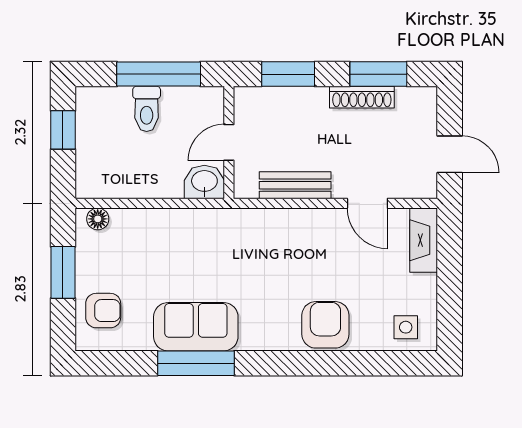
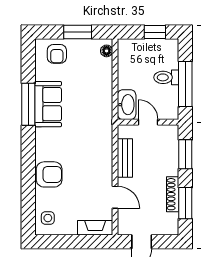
washbasin: (204, 182) -> (127, 105), width x1.38
door: (367, 203) -> (115, 197), swing flipped

